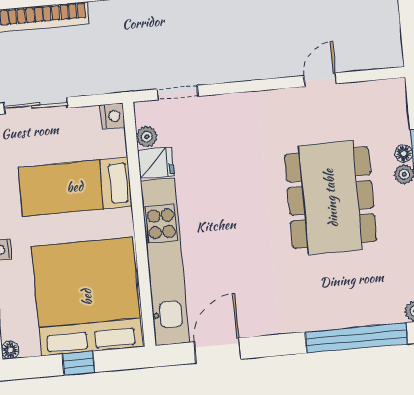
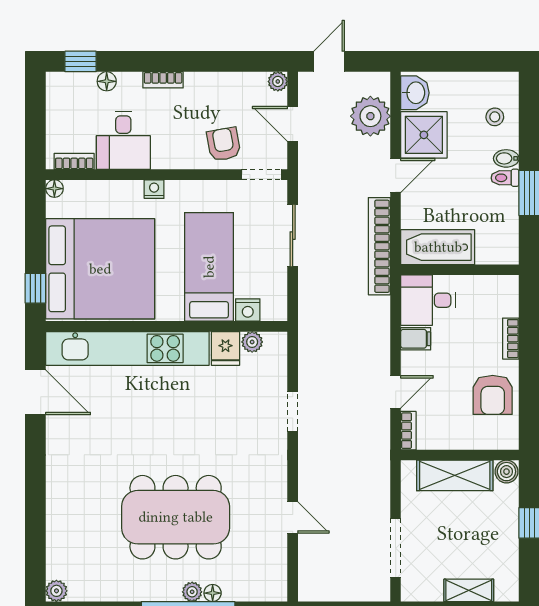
doorway: (177, 93) -> (293, 412), moved
nightstand: (113, 116) -> (248, 310), moved
window: (356, 338) -> (35, 530), removed
window: (79, 363) -> (35, 288), moved

